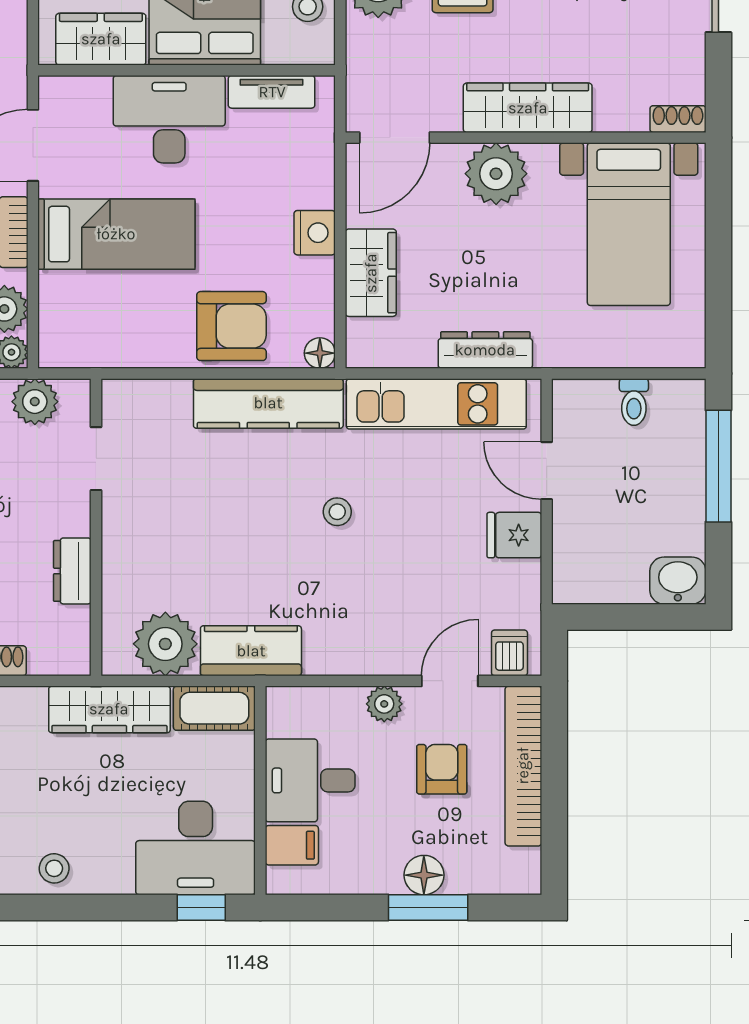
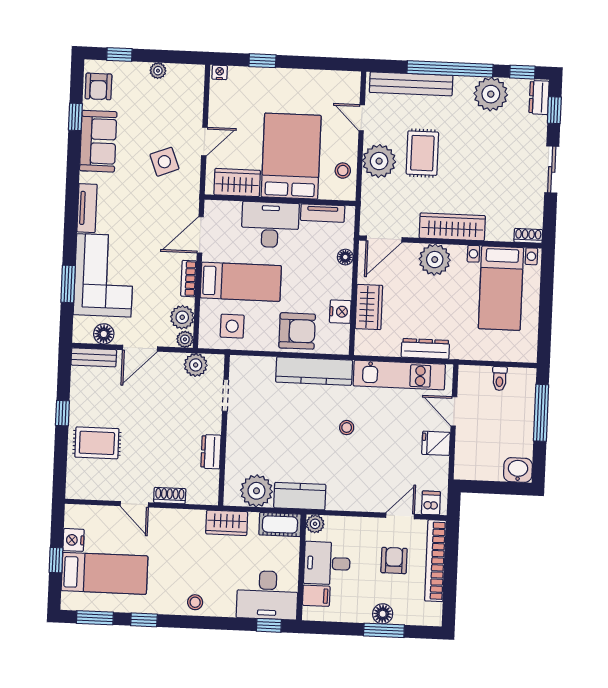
nightstand: (315, 233) -> (340, 312), moved
side table: (103, 322) -> (232, 326), added
floor lamp: (320, 353) -> (345, 257), moved
plant: (384, 704) -> (315, 524), moved
wardrobe: (109, 709) -> (227, 523), width x0.67

